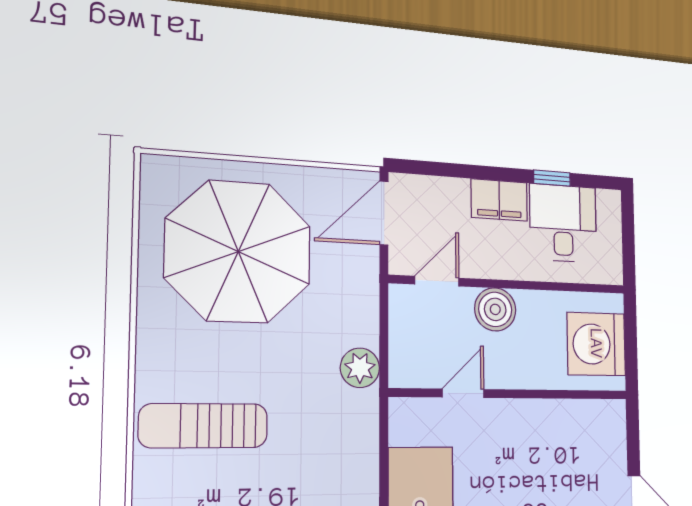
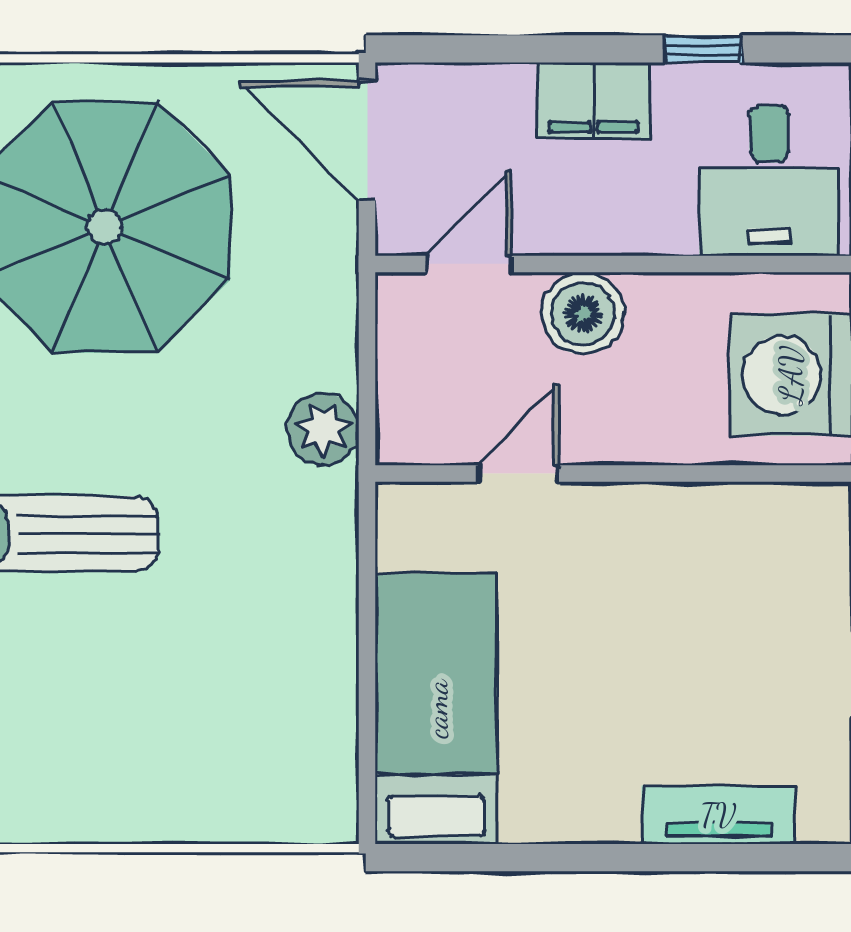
door: (384, 213) -> (367, 141), hinge flipped
desk: (563, 223) -> (769, 181), moved, turned 180

